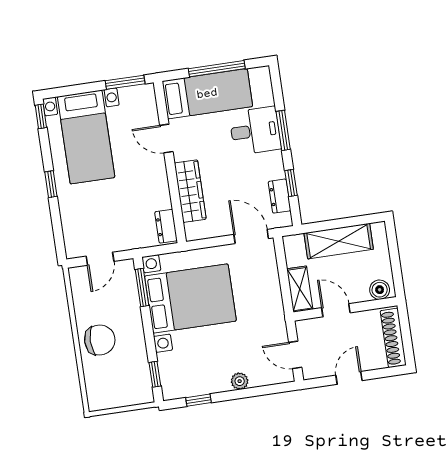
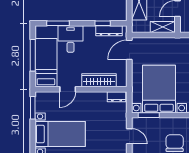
window: (283, 130) -> (58, 23), moved
dresser: (279, 196) -> (109, 31), width x1.44

